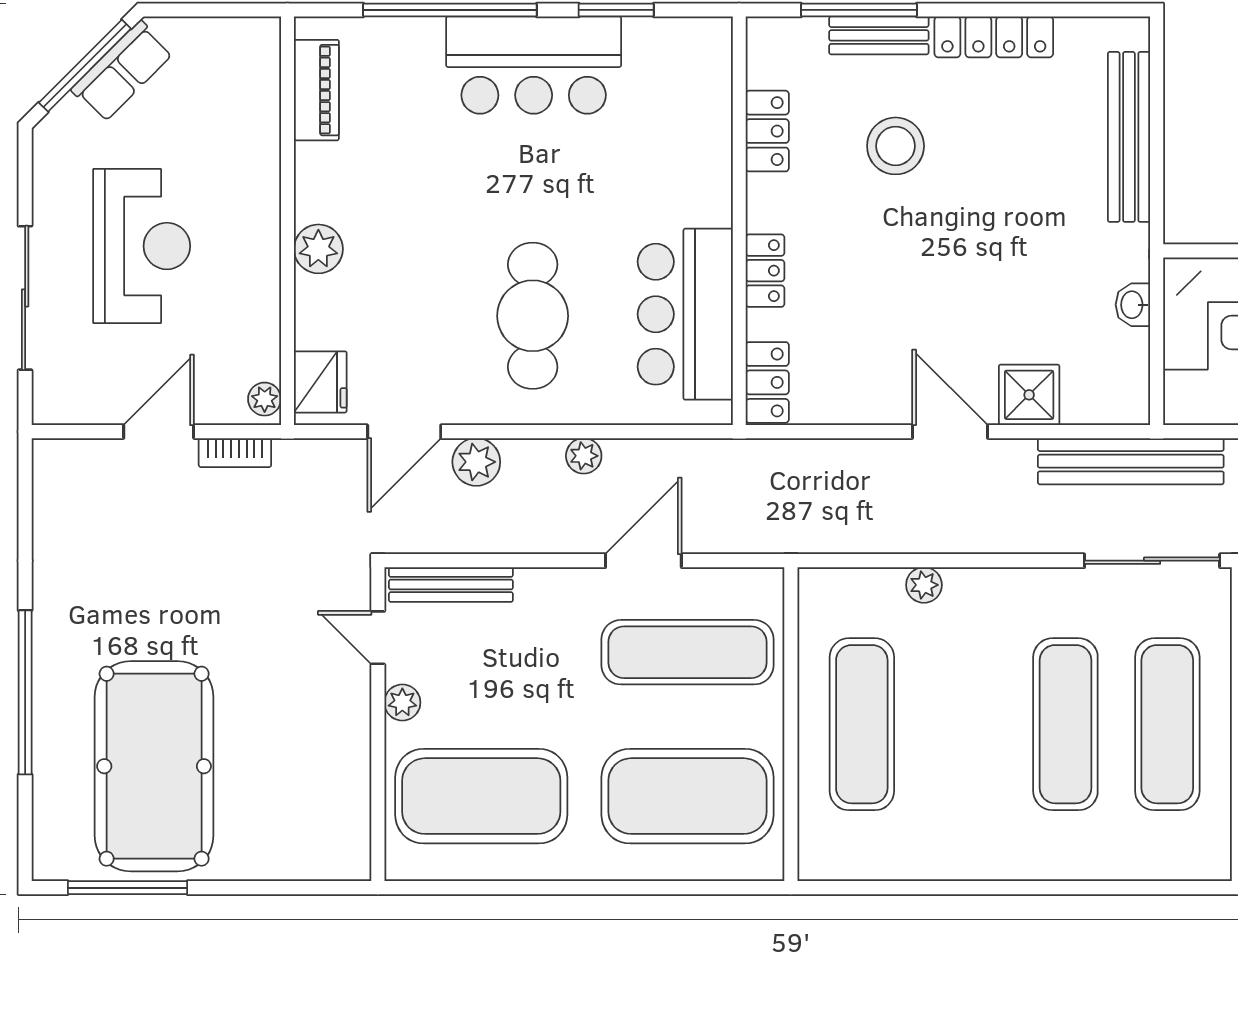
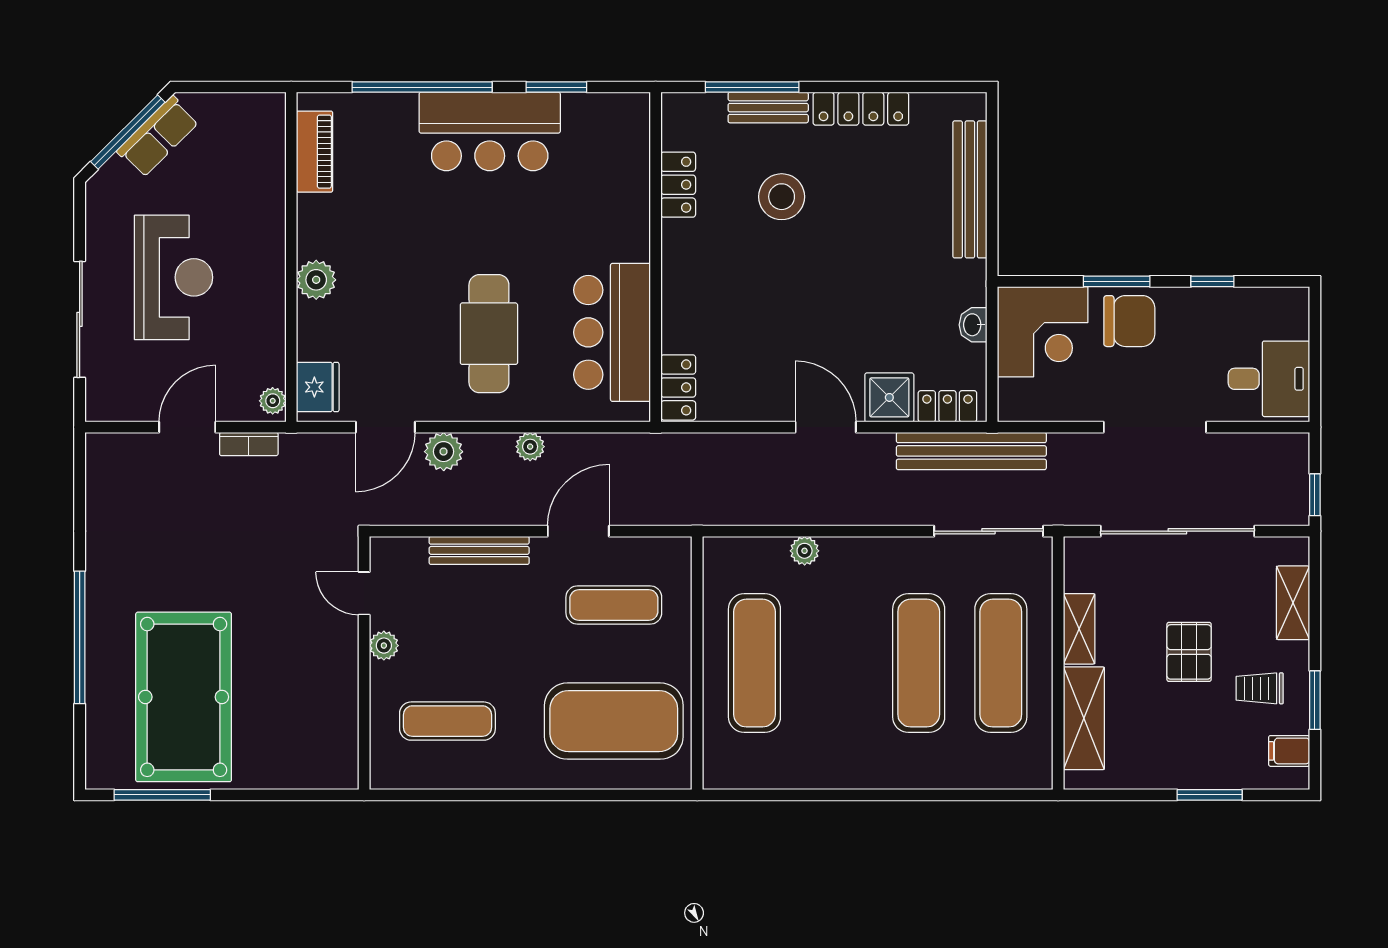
locker: (765, 271) -> (947, 406), moved, turned -90
bench: (451, 585) -> (479, 550), moved
exercise mat: (687, 652) -> (614, 605), width x0.73, depth x0.69
exercise mat: (481, 796) -> (447, 721), width x0.50, depth x0.69

